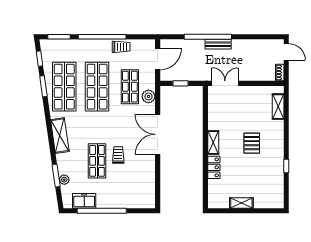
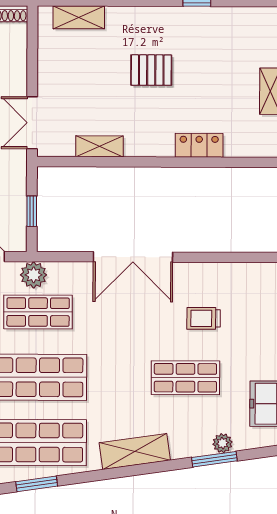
plant: (148, 96) -> (34, 275), moved
shelving: (213, 143) -> (100, 146), moved
trolley: (118, 155) -> (204, 318), moved

